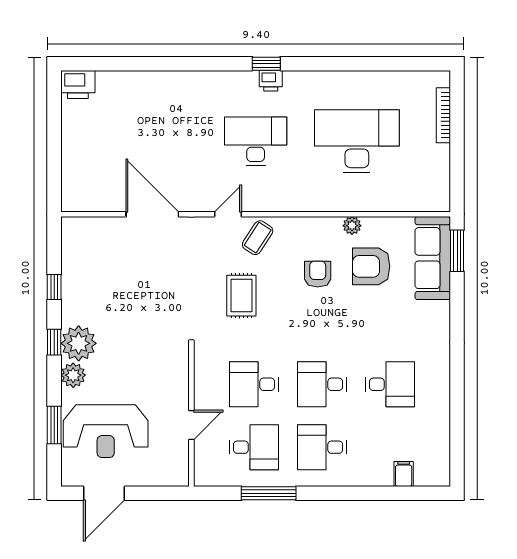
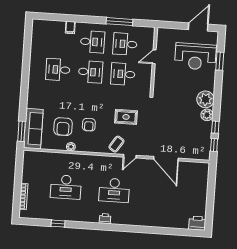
window: (266, 64) -> (58, 224), moved
desk: (357, 141) -> (66, 187), width x0.73, depth x0.77
armchair: (371, 266) -> (63, 127), turned 90
rug: (241, 296) -> (126, 117), turned 90
window: (54, 342) -> (214, 145), moved
plant: (73, 375) -> (207, 115), moved
desk: (254, 384) -> (123, 74), turned 180
reception desk: (106, 431) -> (195, 57), turned 180
filing cabinet: (404, 474) -> (70, 27), moved

